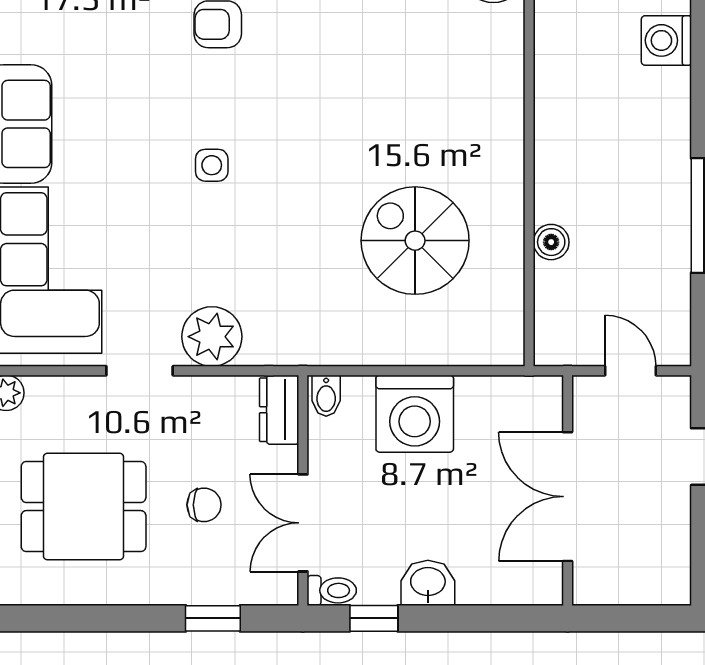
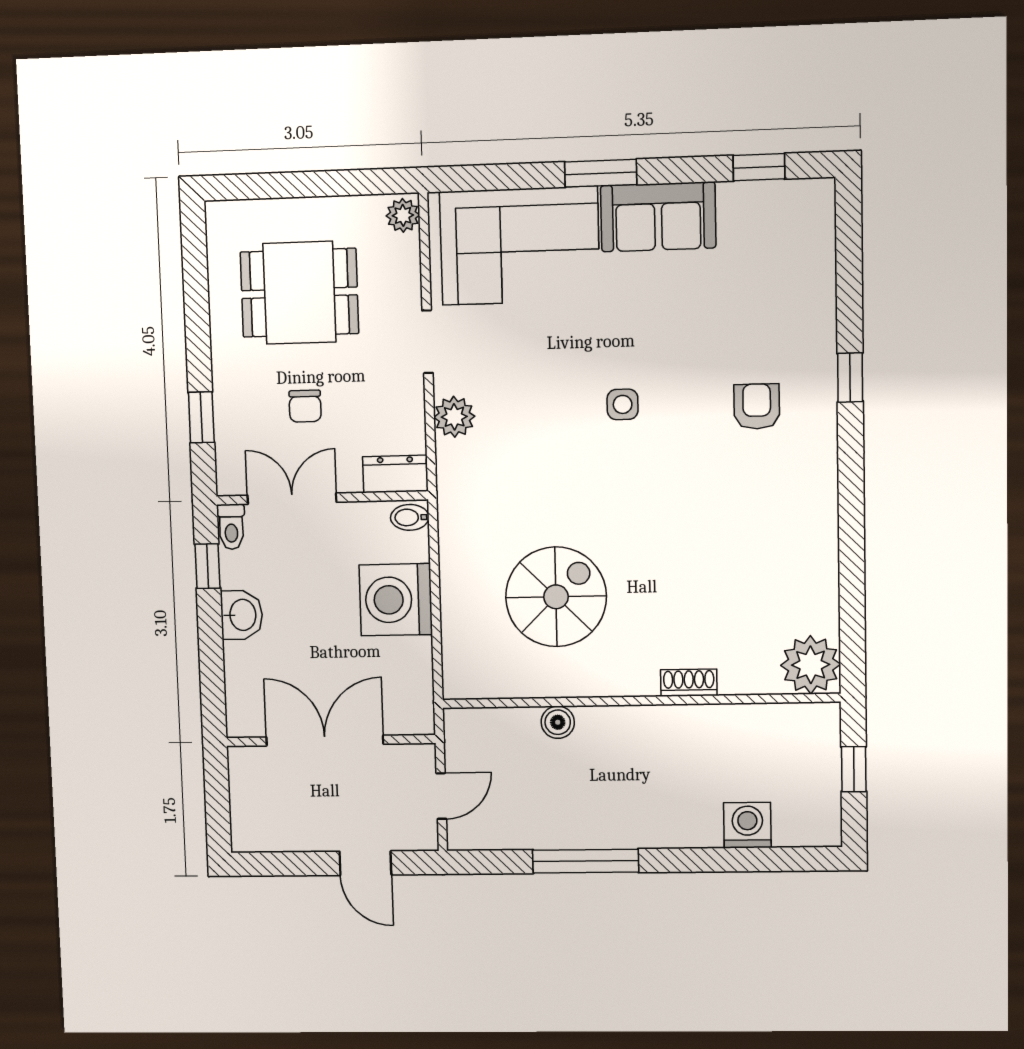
shoe rack: (510, 101) -> (689, 683), added
plant: (212, 337) -> (454, 417), width x0.73, depth x0.73
dining table: (84, 507) -> (299, 293), turned 90

